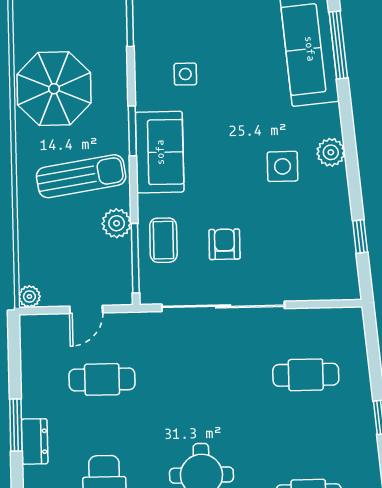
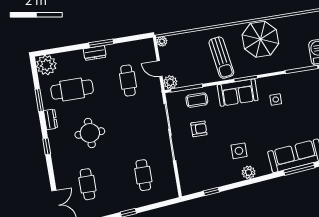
plant: (117, 223) -> (170, 82), moved

